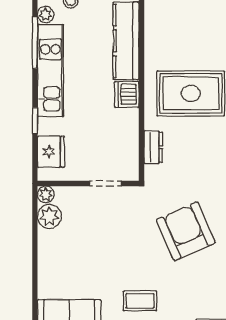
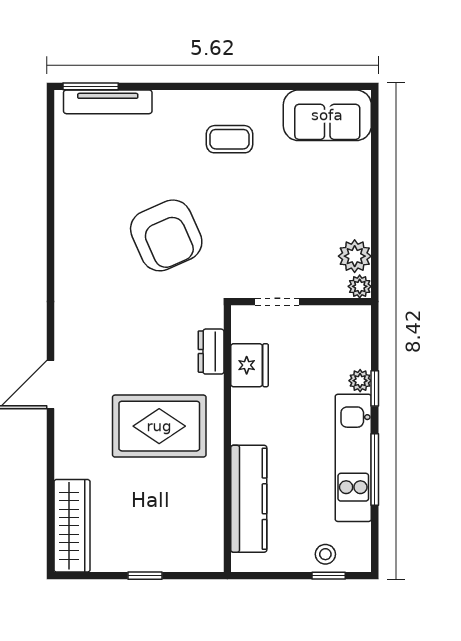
plant: (46, 15) -> (360, 381), moved
window: (35, 43) -> (375, 470), moved
dishwasher: (127, 94) -> (248, 425), removed
fridge: (51, 152) -> (250, 365), moved, turned 180

